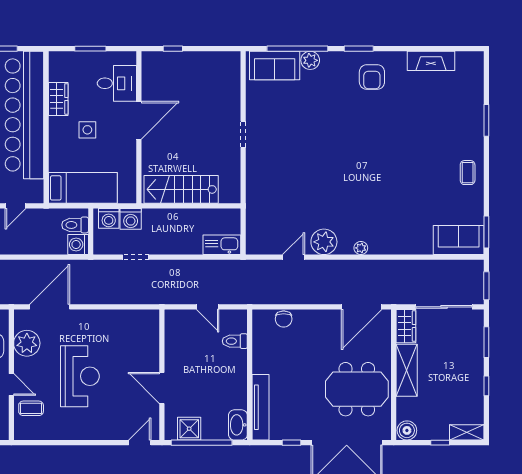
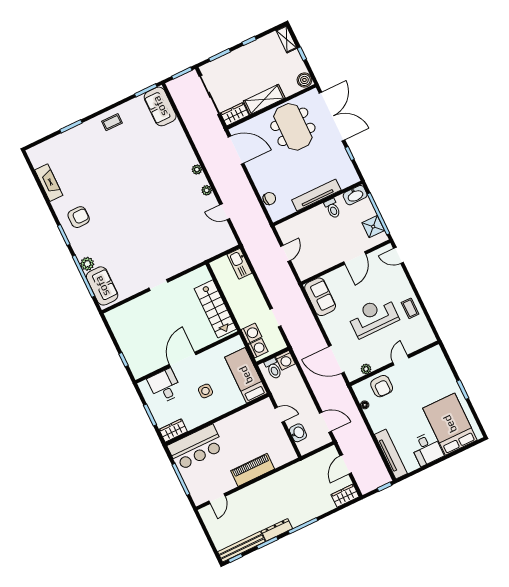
wardrobe: (58, 99) -> (173, 430), moved
bar counter: (24, 115) -> (196, 447), width x0.54
door: (139, 120) -> (183, 360), hinge flipped
plant: (324, 242) -> (207, 190), width x0.53, depth x0.53
sofa: (135, 323) -> (320, 297), added
toilet: (235, 341) -> (333, 208), moved
plant: (27, 343) -> (366, 369), width x0.53, depth x0.53
tv unit: (261, 407) -> (316, 195), moved
coffee table: (31, 408) -> (410, 308), moved

